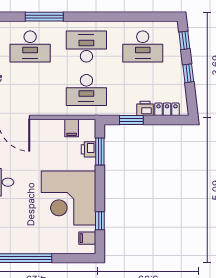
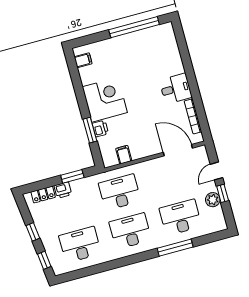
desk: (86, 47) -> (130, 231), turned 180
printer: (89, 149) -> (100, 129), moved
window: (100, 151) -> (90, 130), moved
corner desk: (69, 198) -> (105, 100), width x0.74, depth x0.74
window: (100, 221) -> (76, 79), removed

